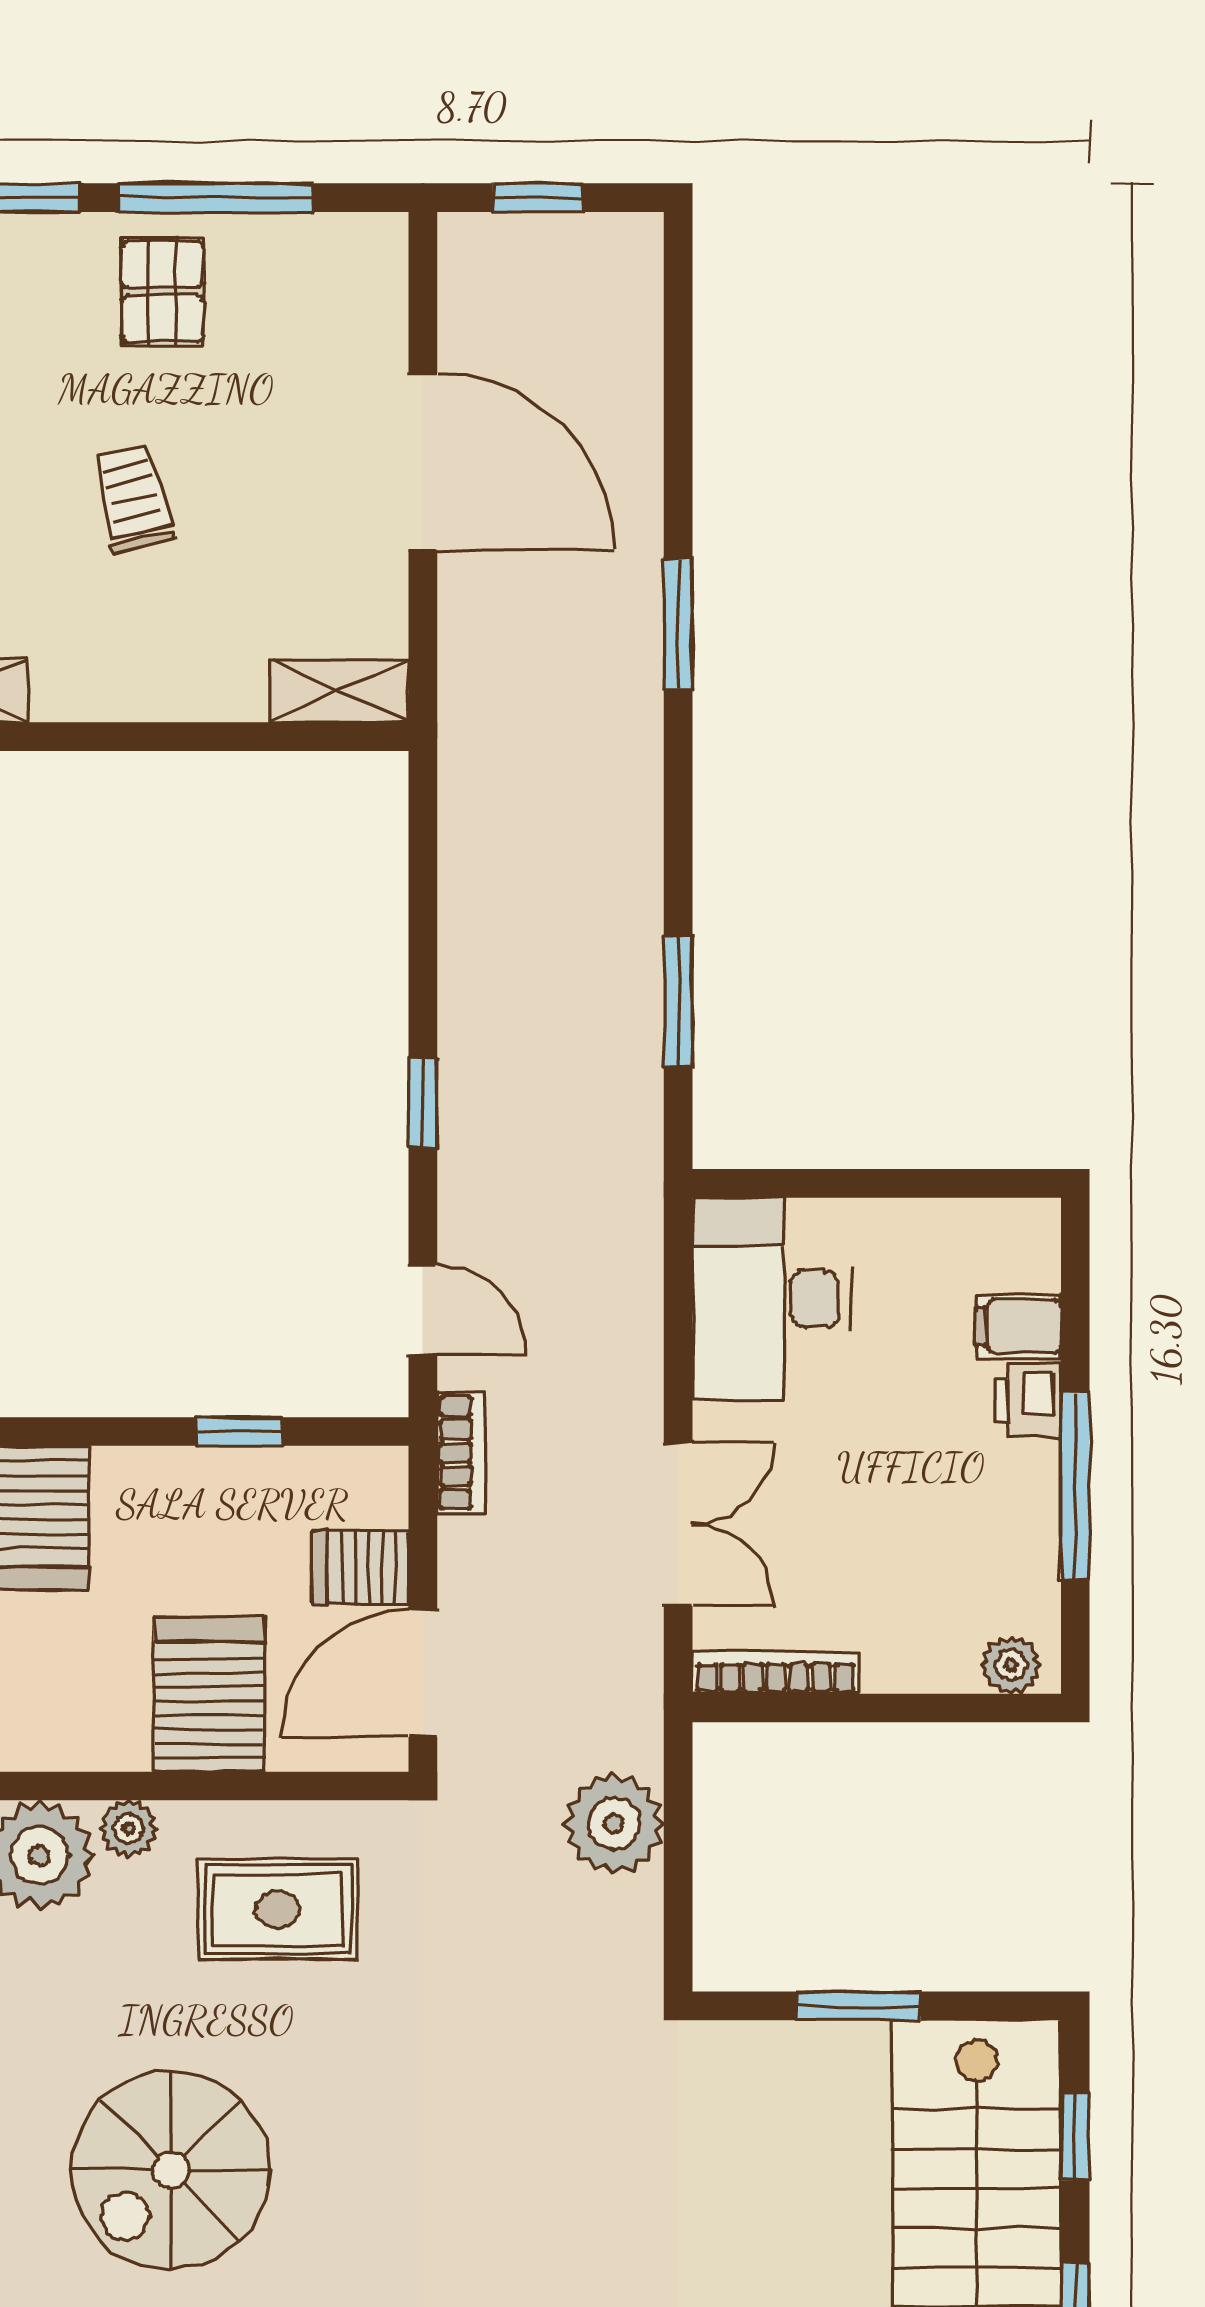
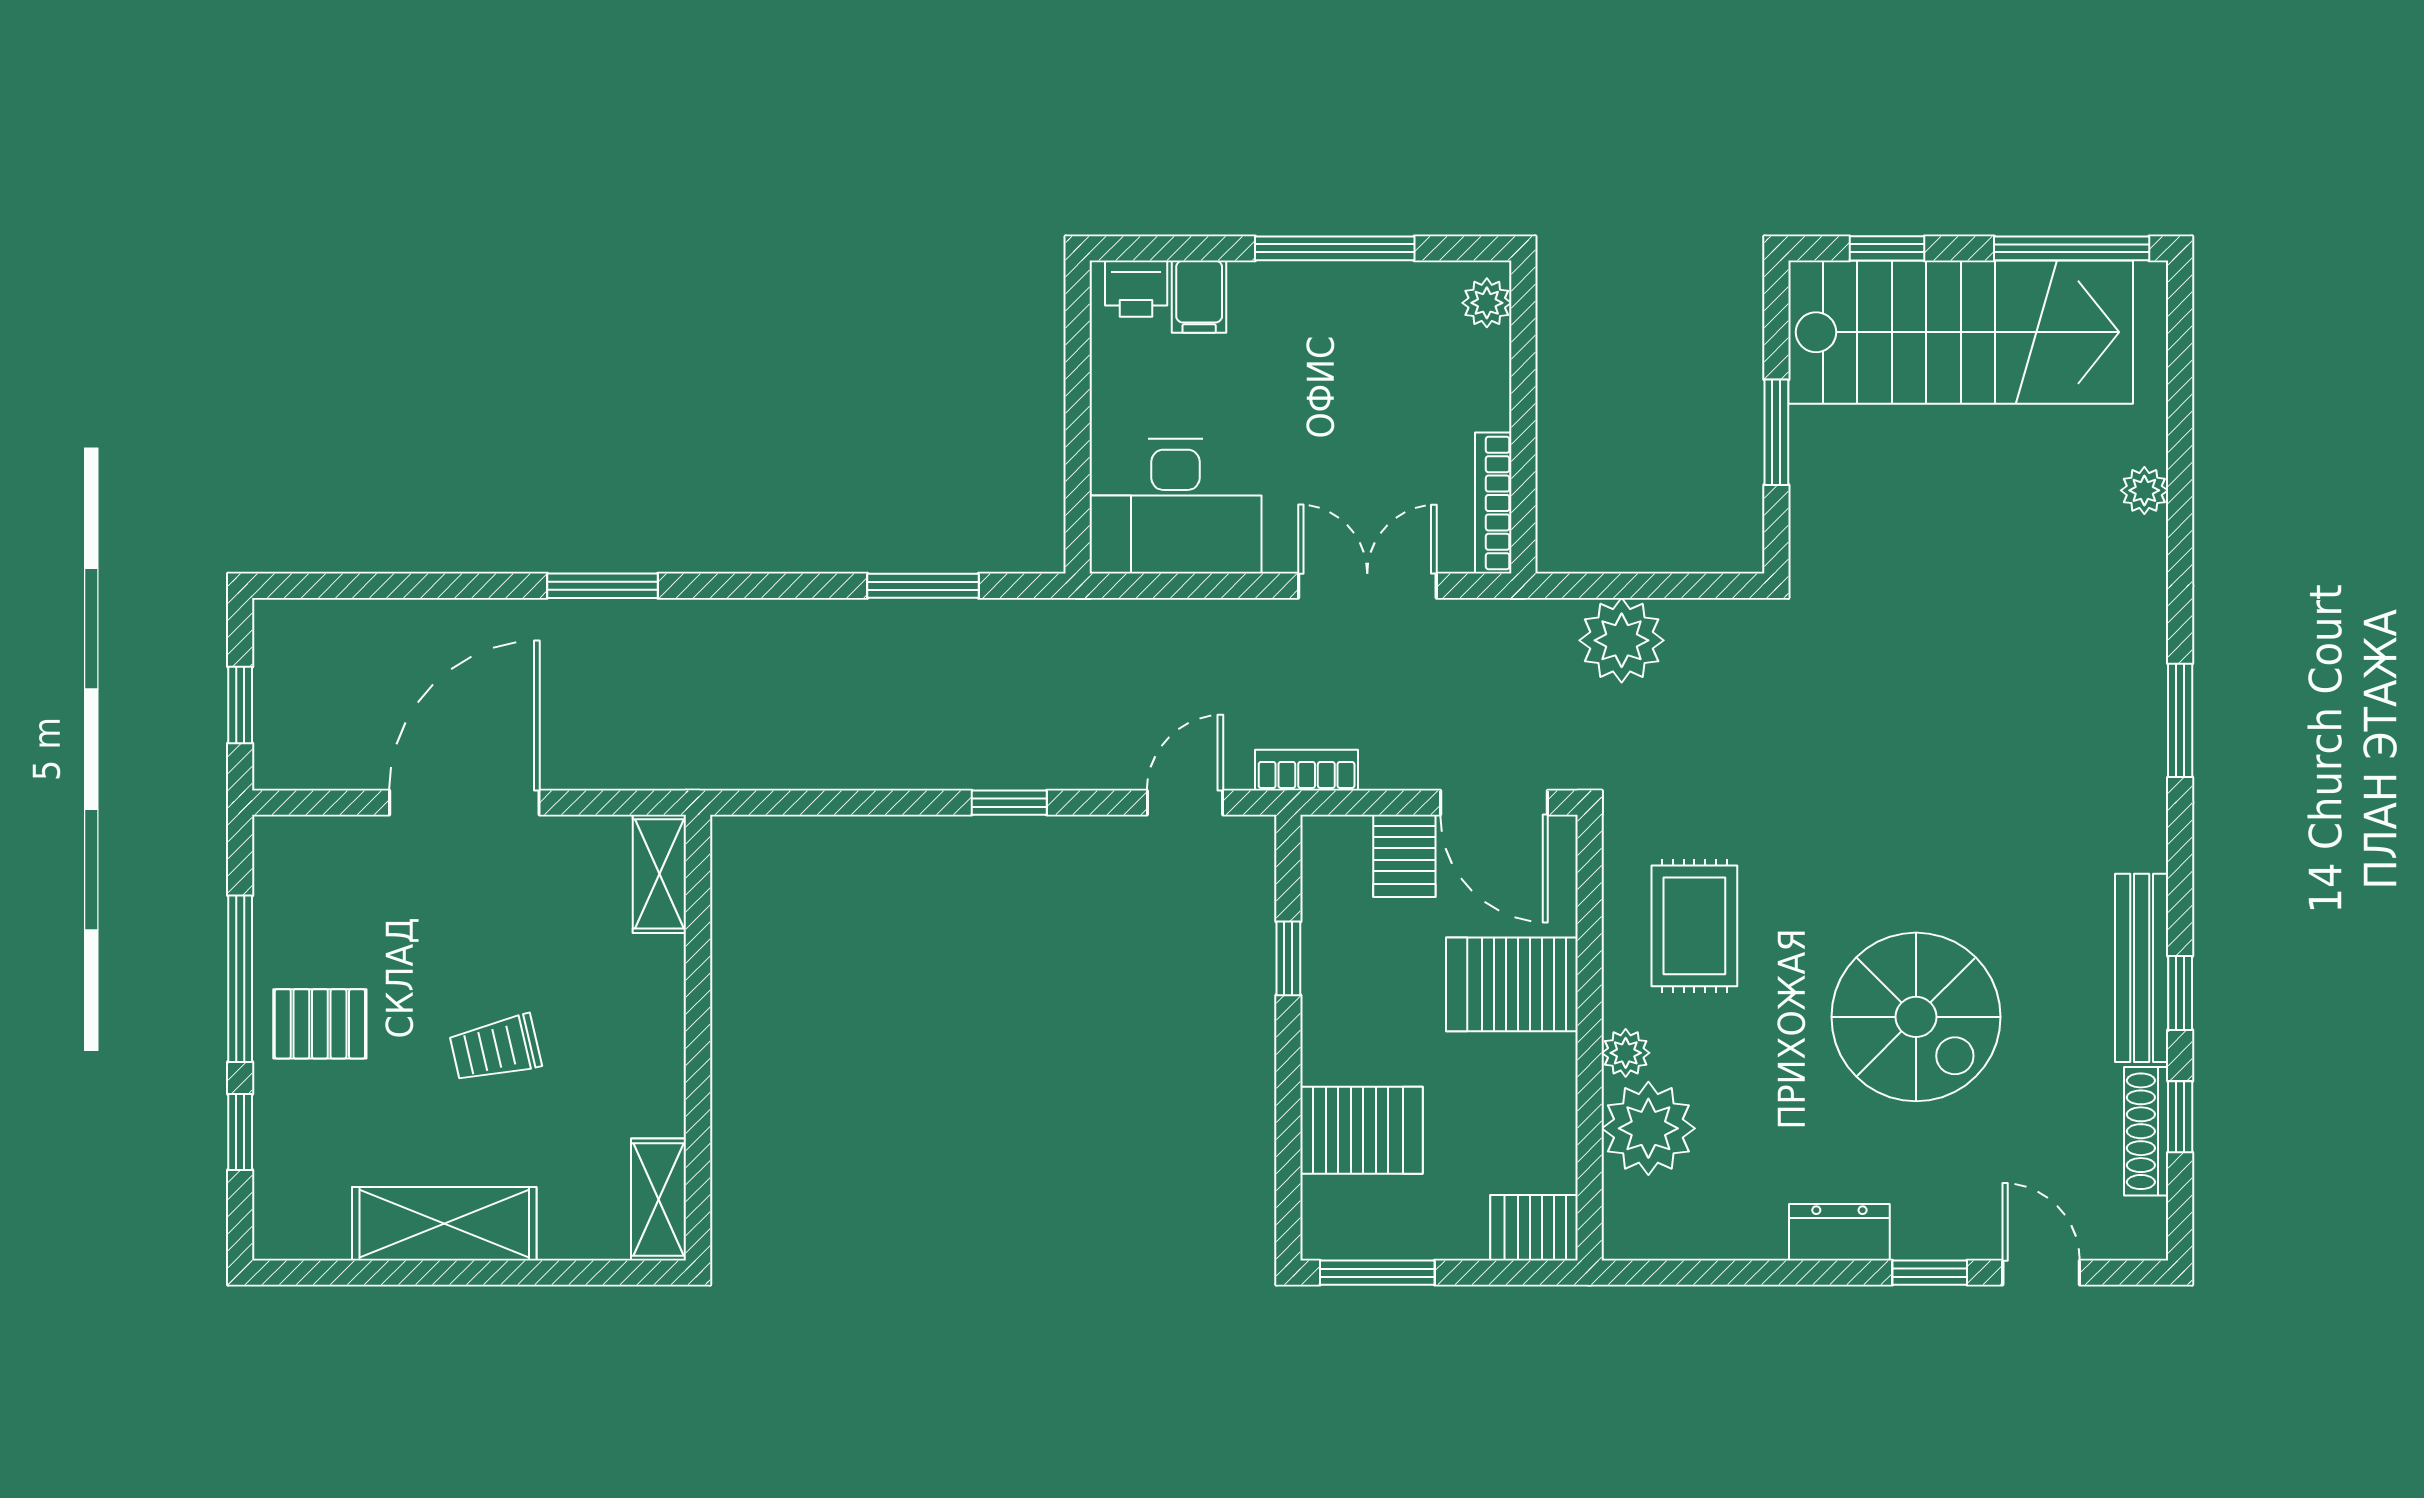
printer: (1028, 1400) -> (1136, 289), moved

